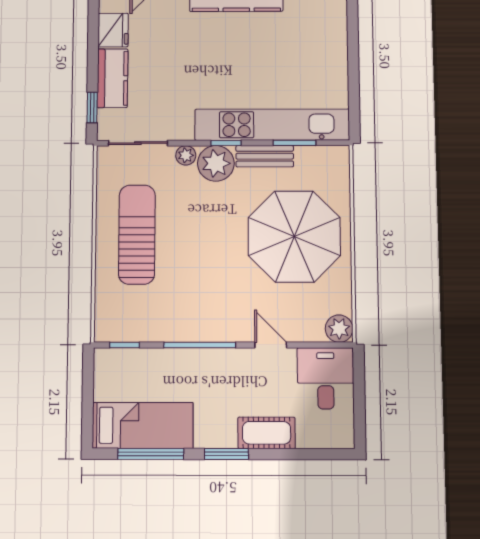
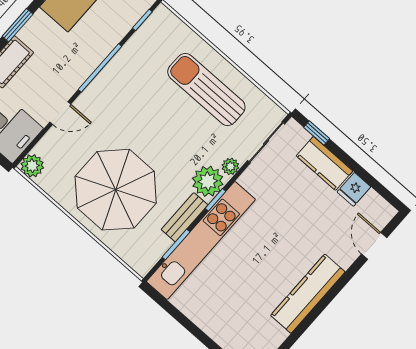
fridge: (113, 30) -> (354, 189), width x0.72
sun lounger: (137, 234) -> (206, 89), turned 180

